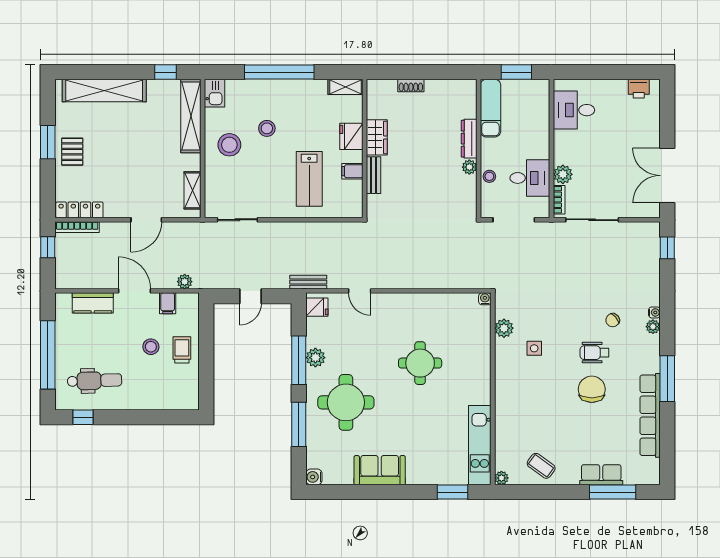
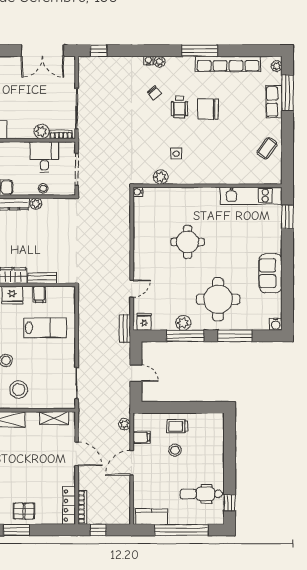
kitchen counter: (93, 303) -> (151, 517), moved, turned -90
dental chair: (95, 381) -> (201, 494), turned -88
plant: (501, 478) -> (277, 66), moved

